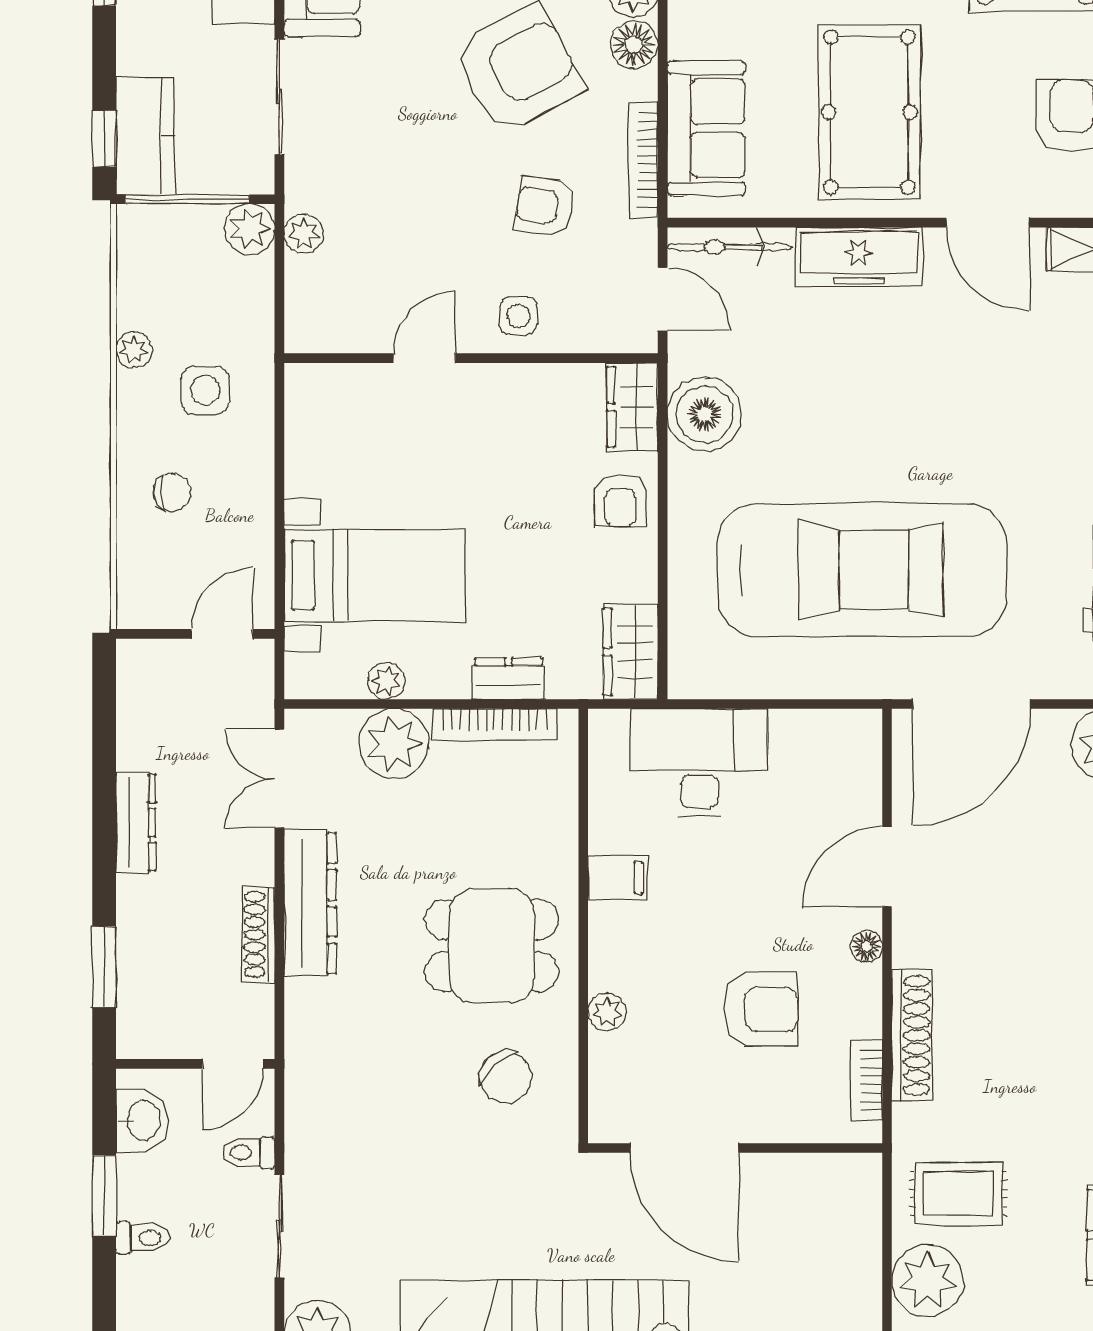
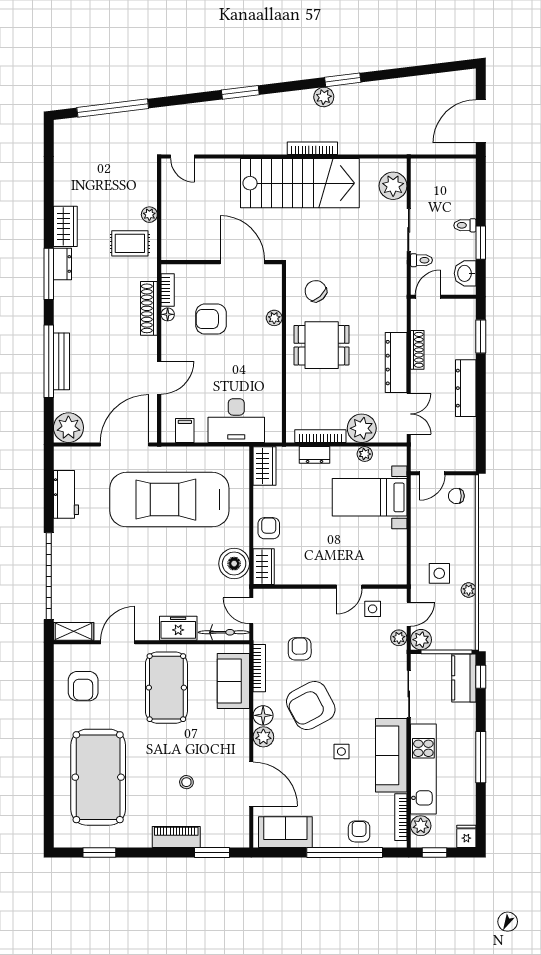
armchair: (545, 207) -> (300, 649), turned -100
door: (988, 223) -> (118, 642), hinge flipped
freezer: (859, 257) -> (178, 628), width x0.71
door: (279, 291) -> (409, 614), added
side table: (518, 316) -> (373, 609), moved
chair: (172, 492) -> (456, 496), moved
dresser: (136, 823) -> (466, 388), width x1.37, depth x1.24
filing cabinet: (617, 878) -> (185, 430), moved, turned 90
floor lamp: (866, 946) -> (168, 314), moved
plant: (928, 1281) -> (149, 215), width x0.53, depth x0.53

